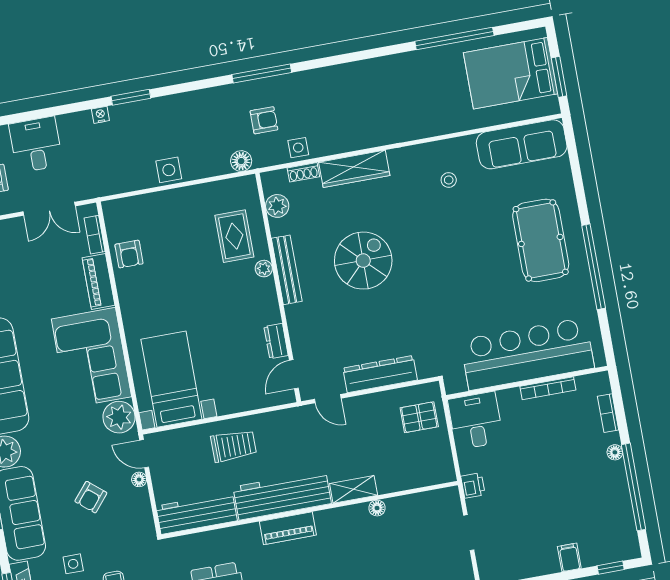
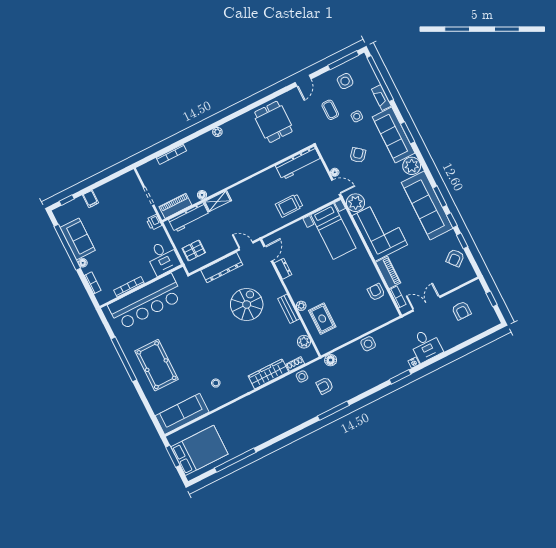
desk: (36, 145) -> (426, 345), moved
spiral stairs: (363, 261) -> (247, 304), moved, turned 180
bench: (287, 270) -> (289, 309), width x0.73
workbench: (282, 495) -> (189, 217), moved, width x0.73, depth x0.76
sofa: (611, 496) -> (78, 239), added
piano: (288, 528) -> (175, 206), moved

